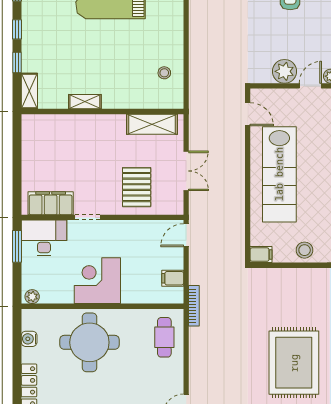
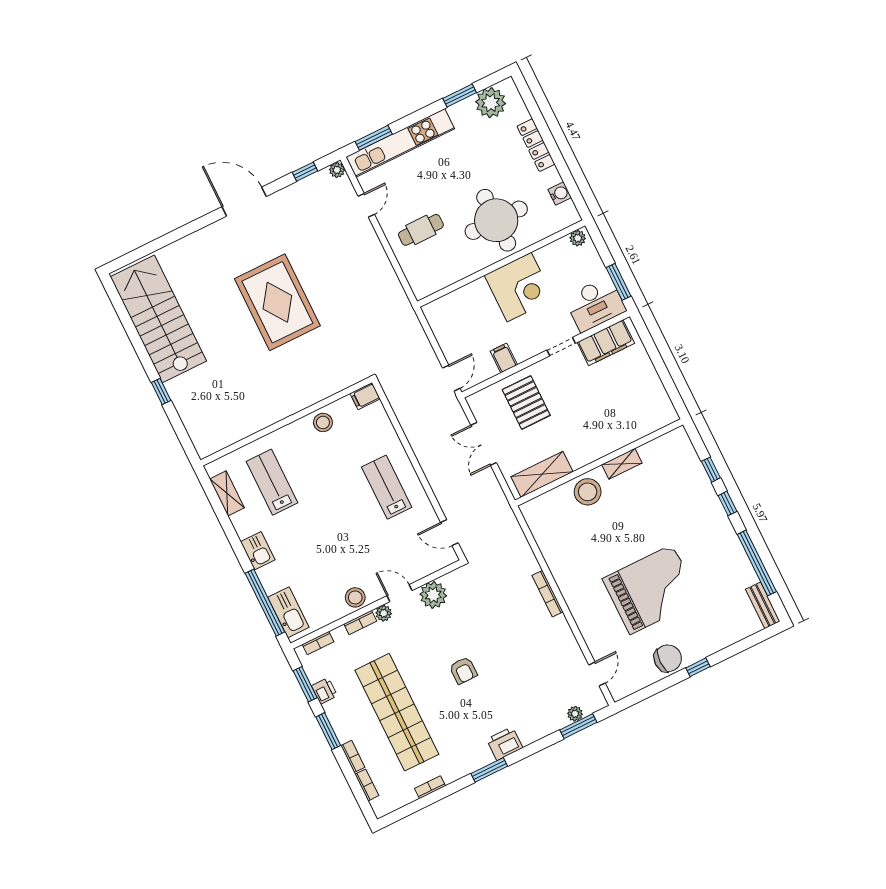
stool: (164, 73) -> (588, 492), moved, width x1.89, depth x1.89
door: (310, 86) -> (400, 593), swing flipped
shelving: (29, 91) -> (684, 447), removed
lab bench: (279, 174) -> (387, 487), width x0.54, depth x0.72
filing cabinet: (173, 278) -> (504, 358), moved, turned -90
bookcase: (194, 306) -> (547, 594), moved
cafe table: (164, 337) -> (421, 230), moved, turned 90

